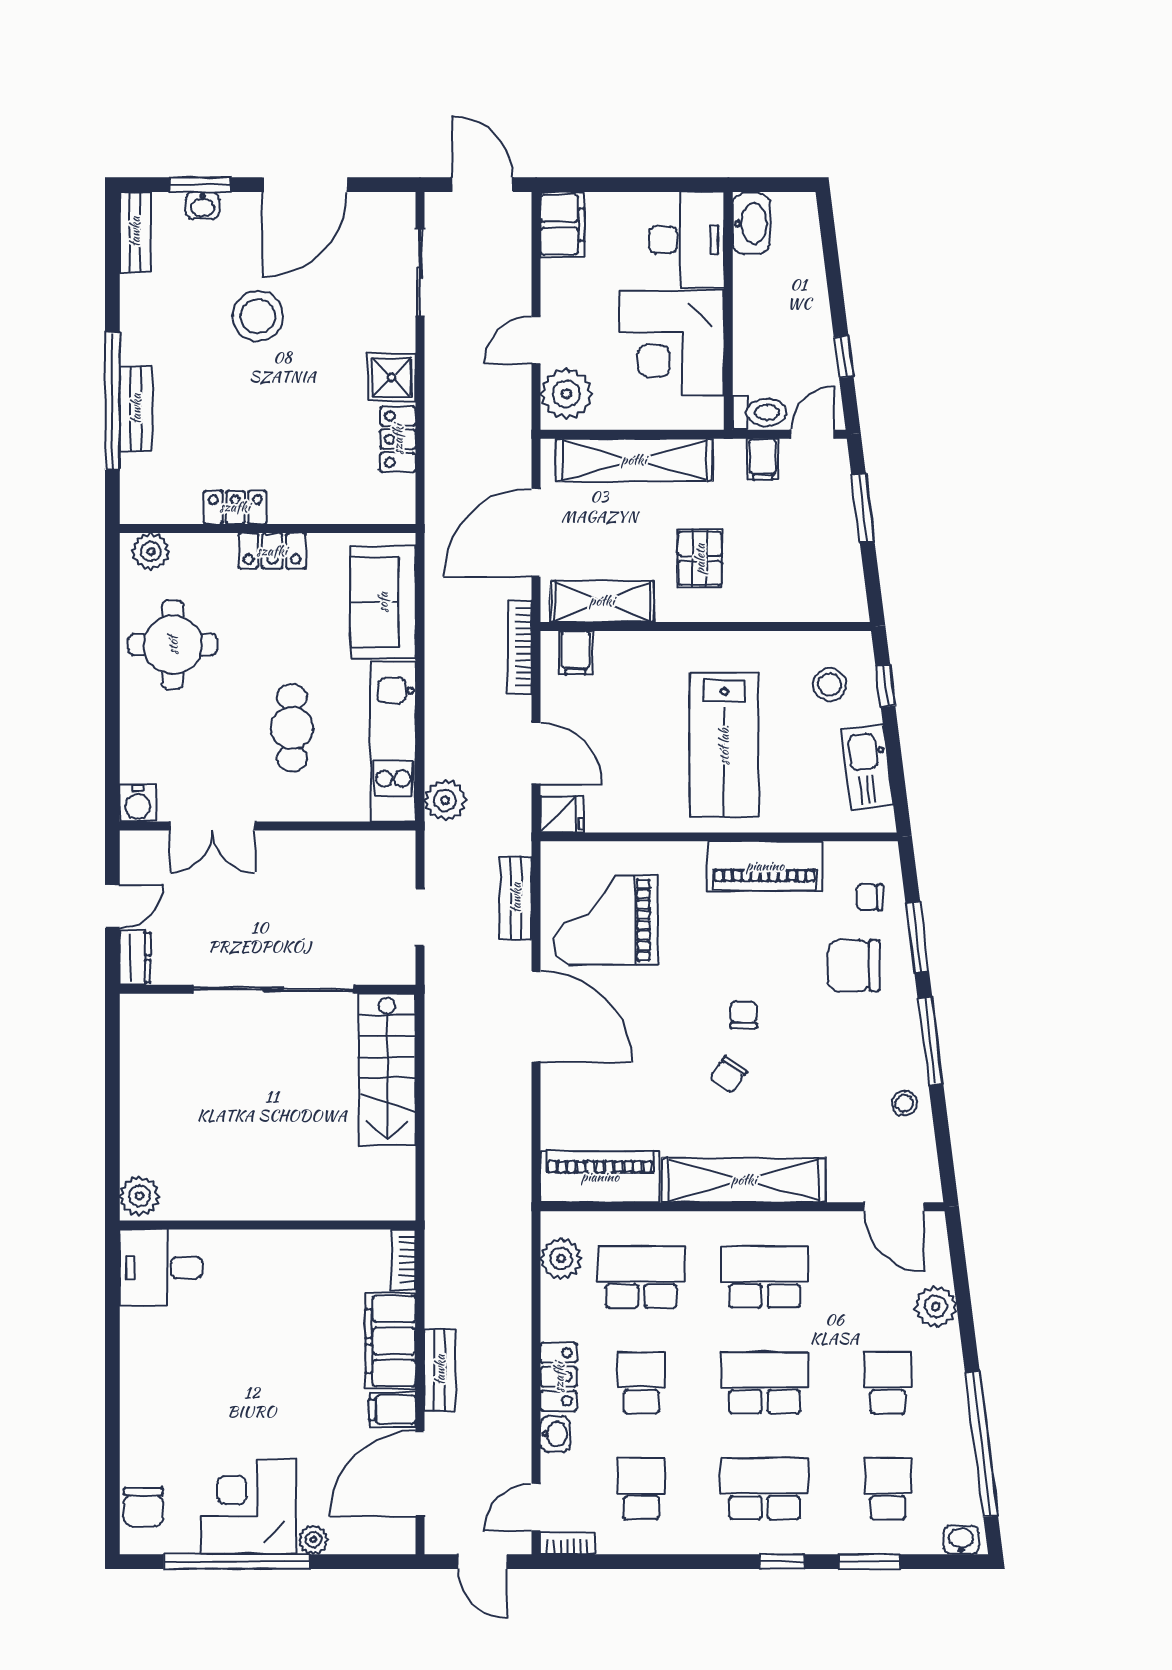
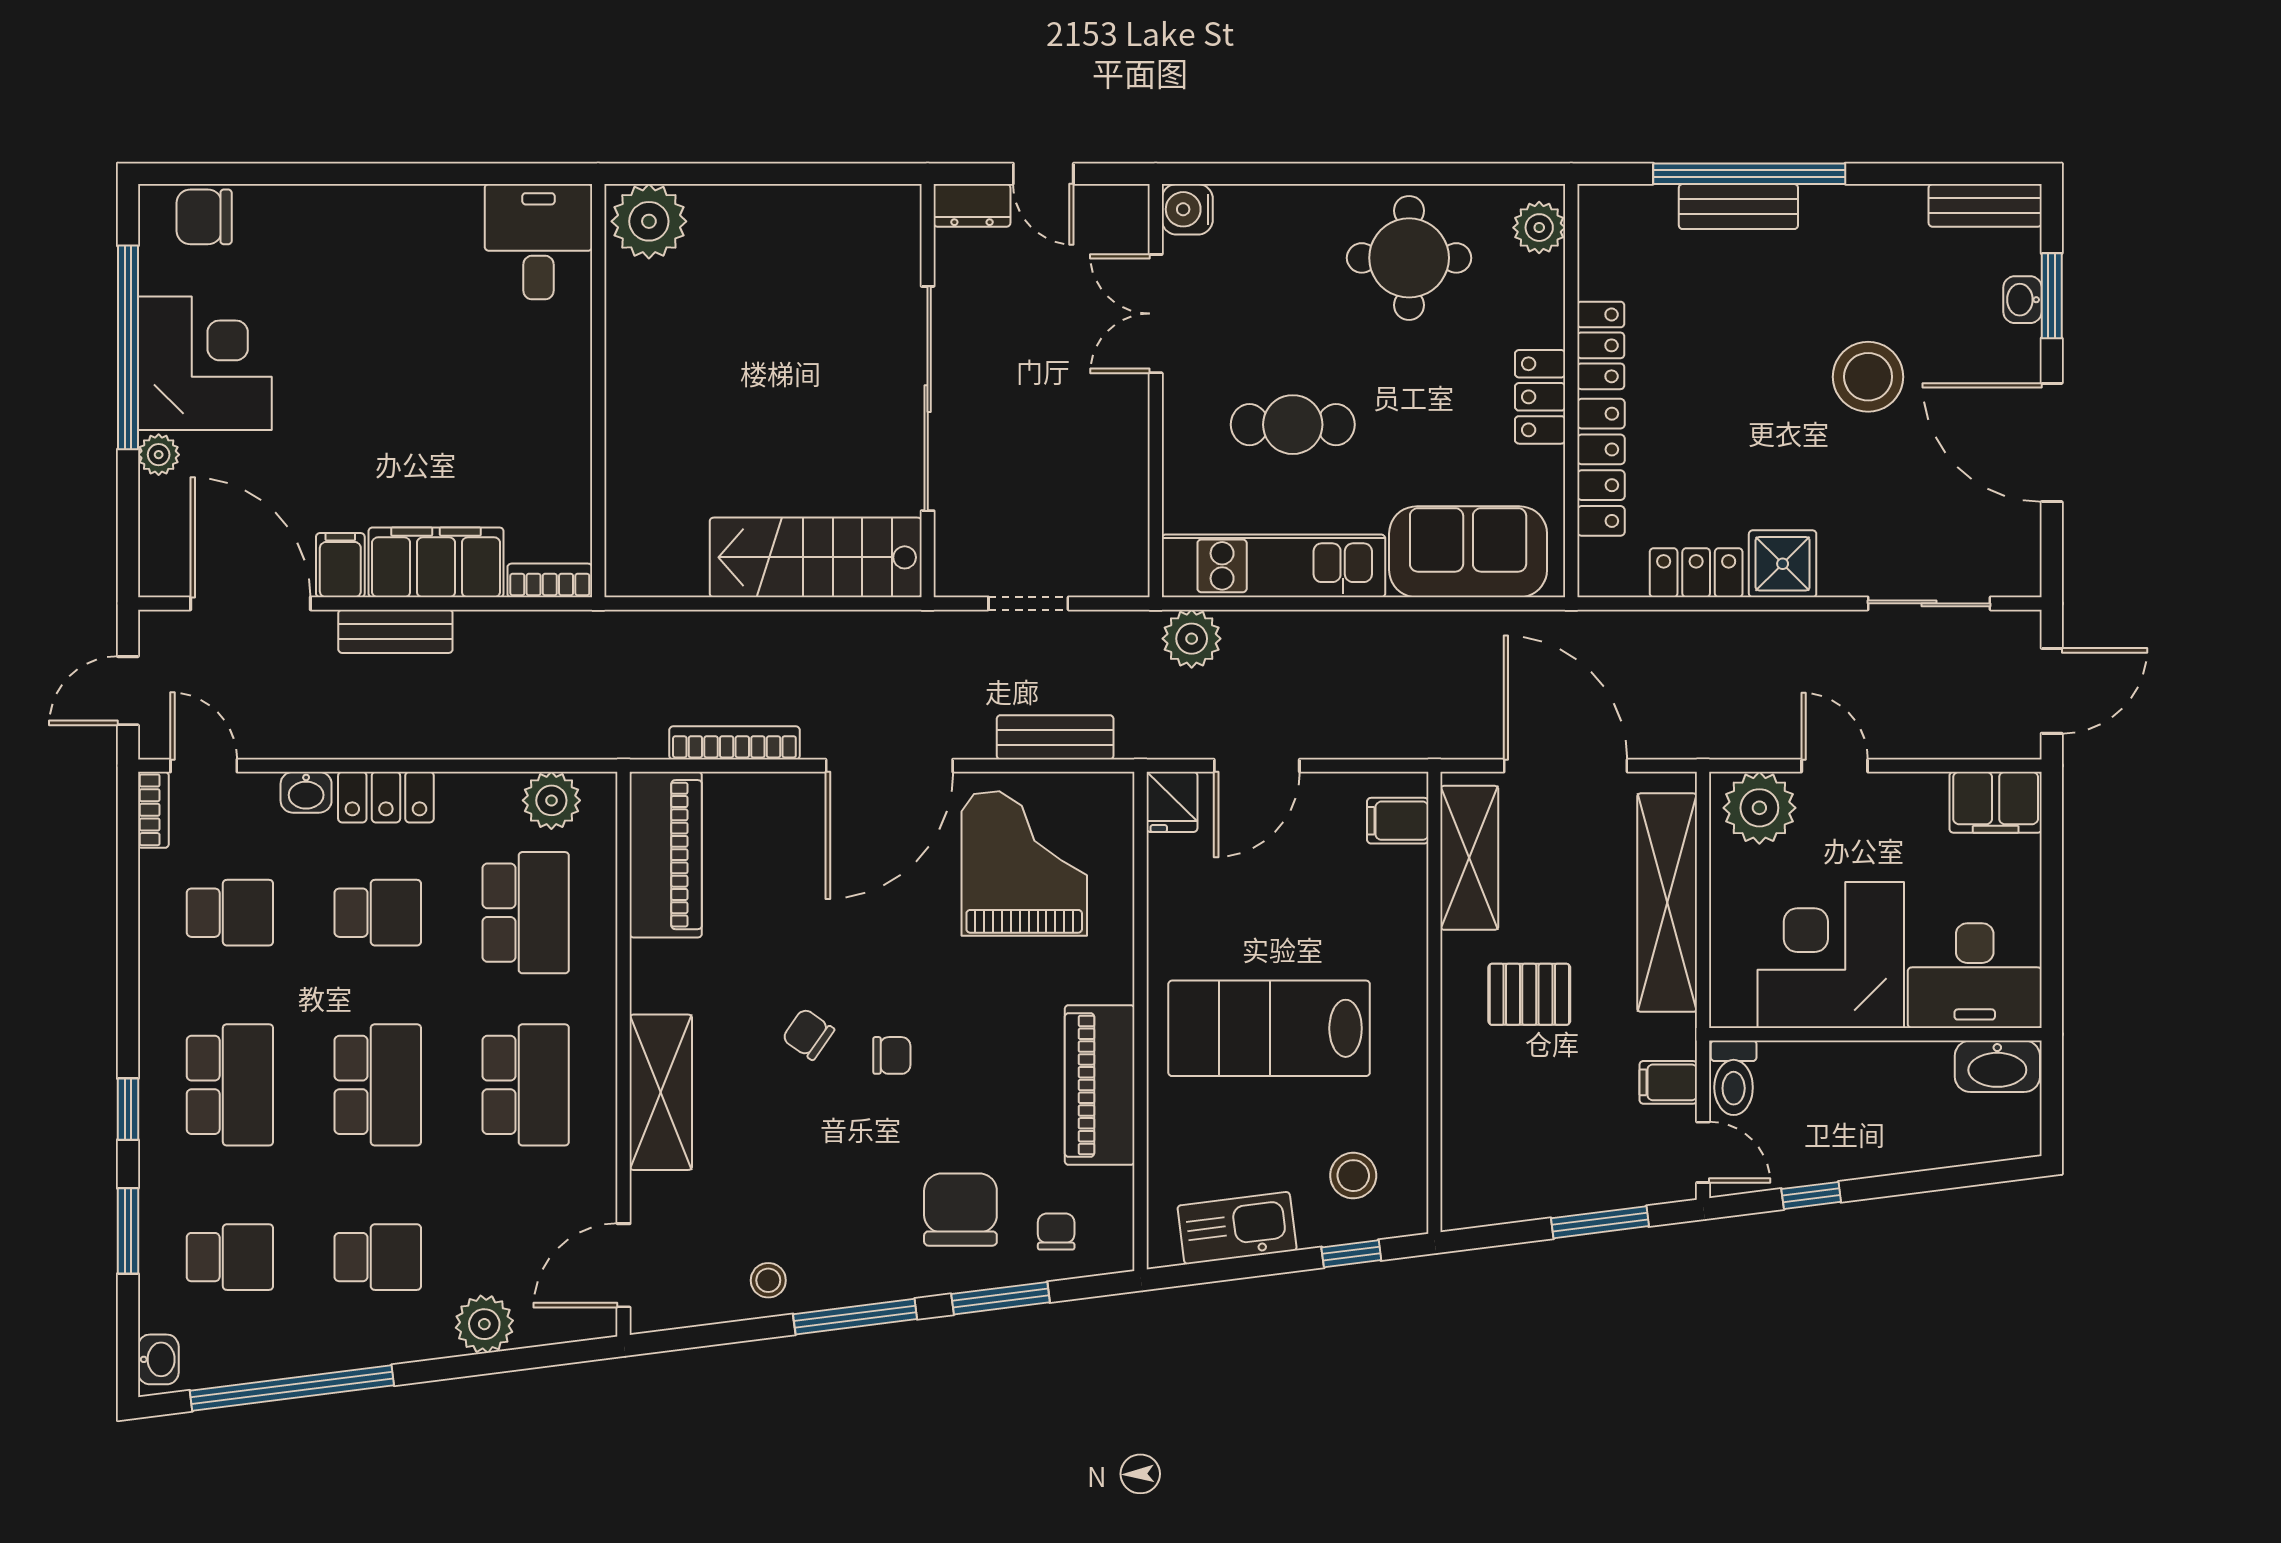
locker: (323, 507) -> (1601, 467), added
bookcase: (520, 647) -> (734, 743), moved
shelving: (744, 1180) -> (661, 1092), width x0.68
plant: (139, 1196) -> (649, 221), width x1.36, depth x1.36

